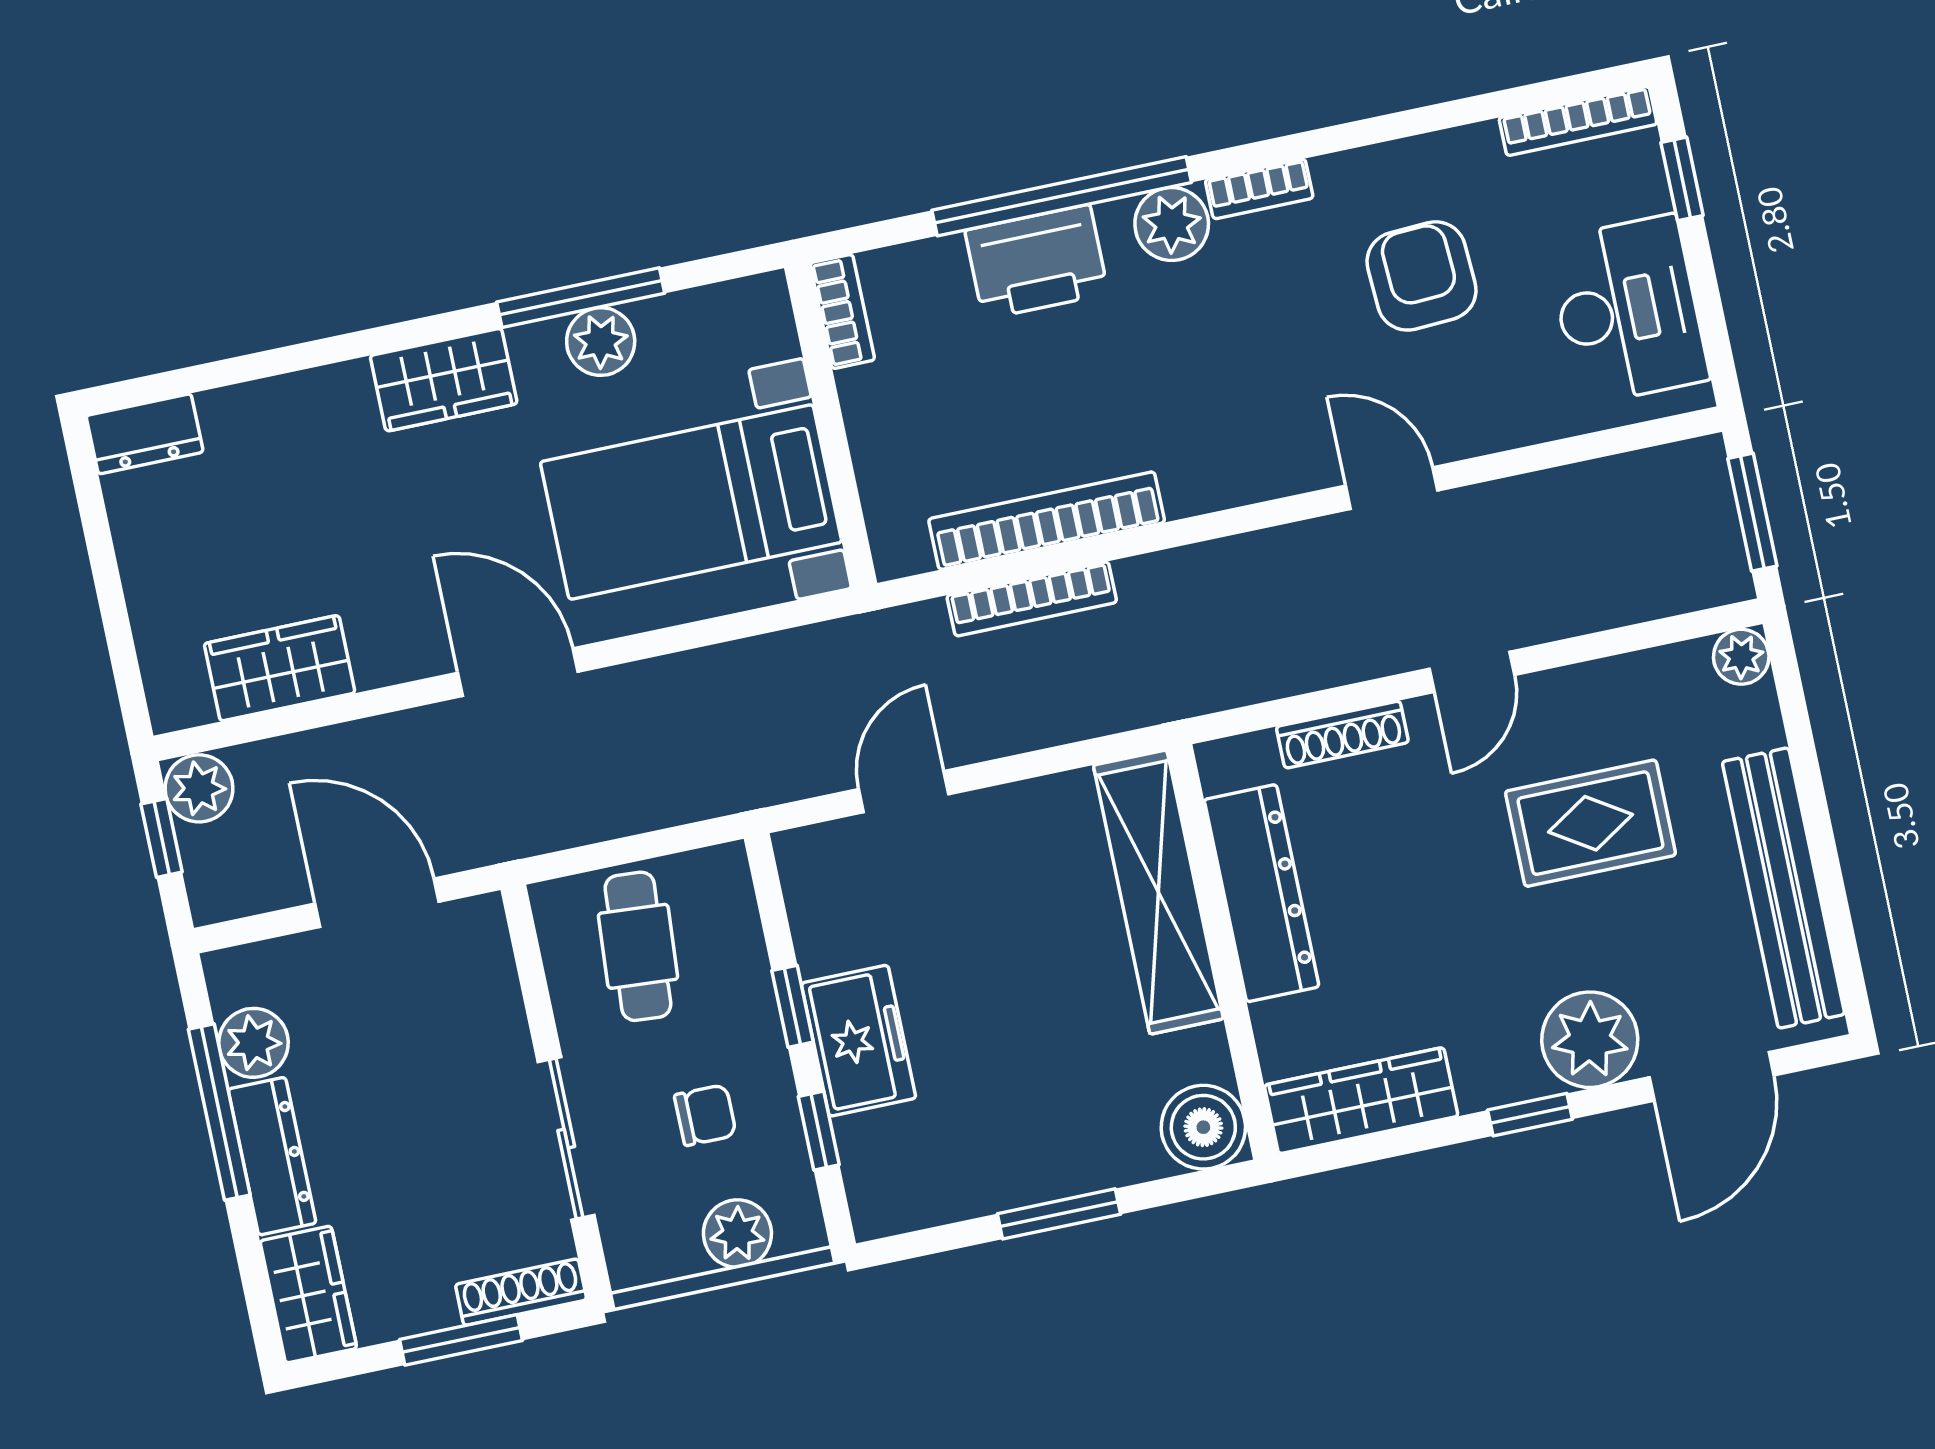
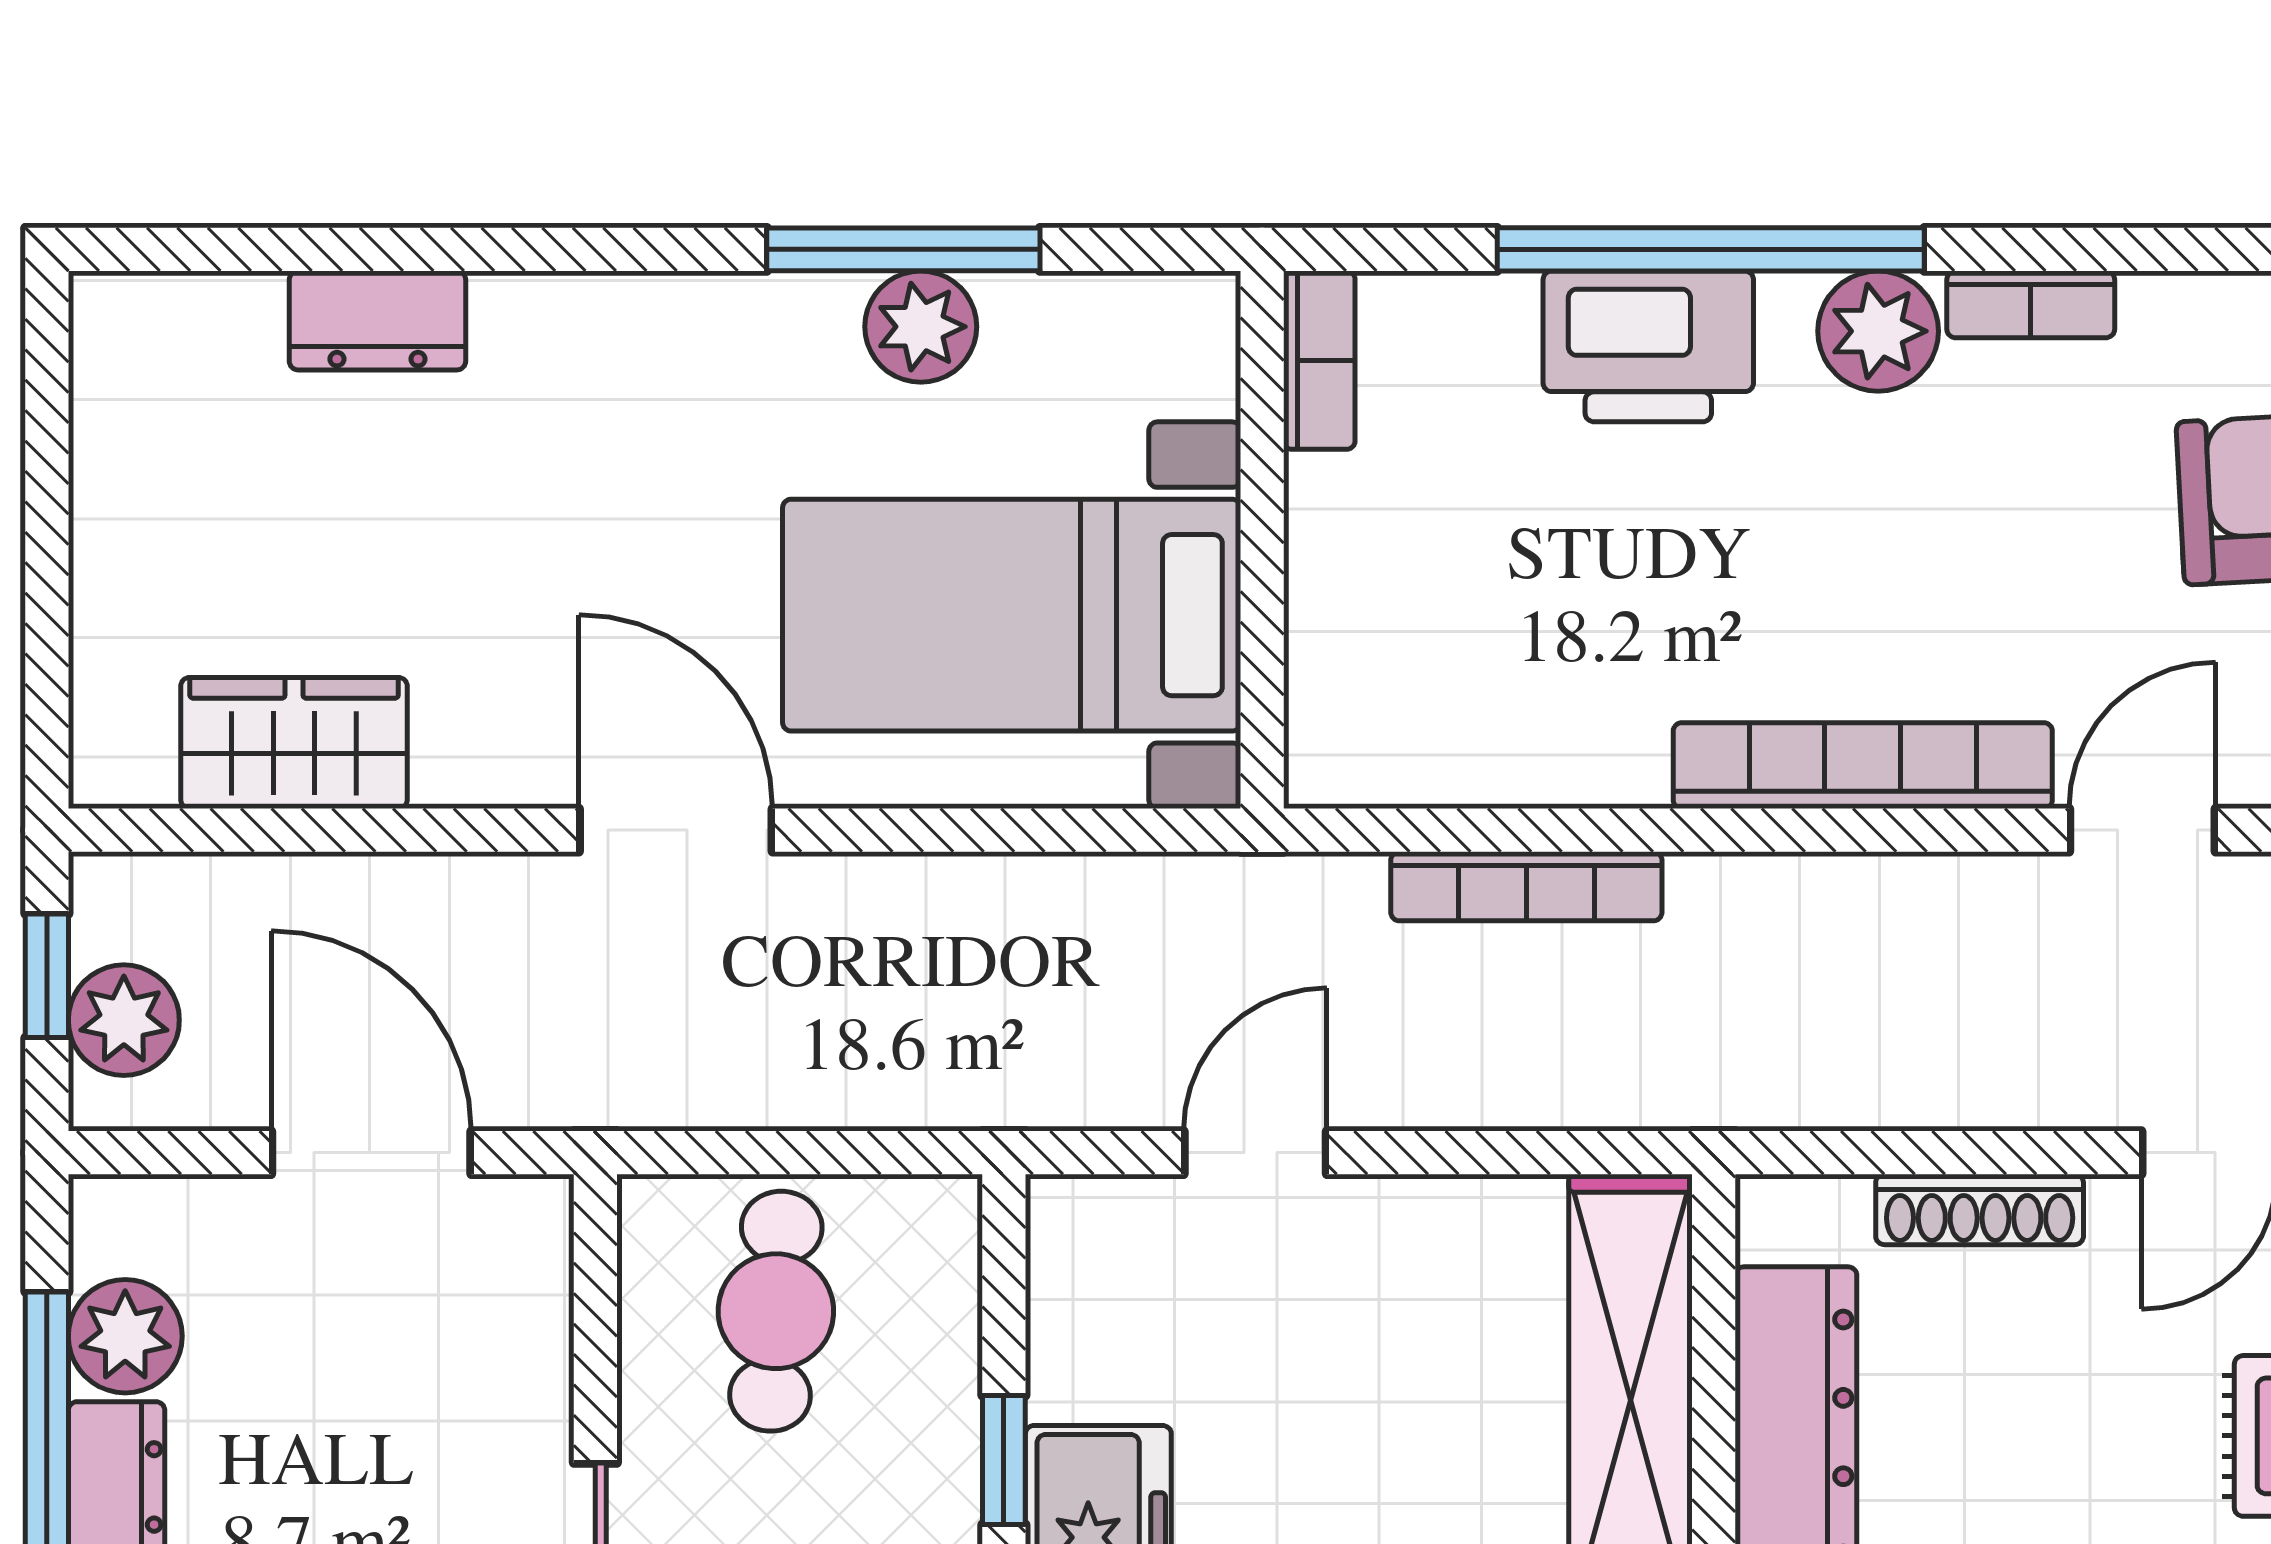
wardrobe: (444, 380) -> (655, 335), removed
dresser: (145, 434) -> (377, 320), moved
door: (1392, 488) -> (2142, 830), hinge flipped
bookcase: (1047, 521) -> (1863, 766), moved
plant: (199, 788) -> (124, 1020), moved

